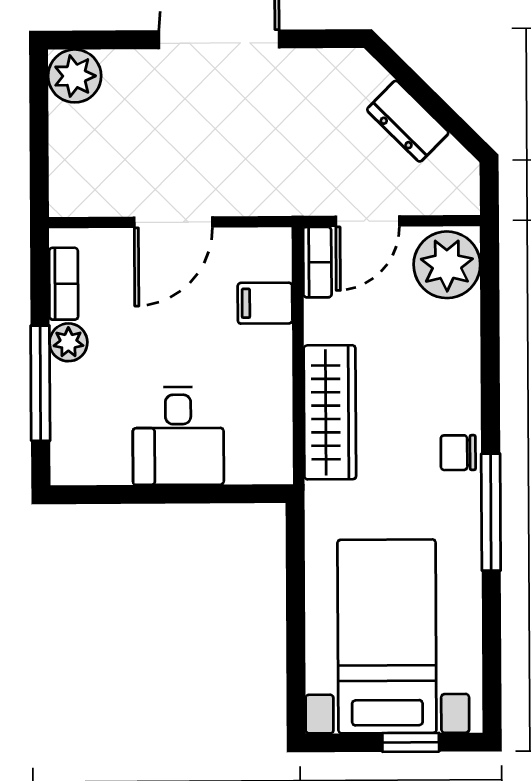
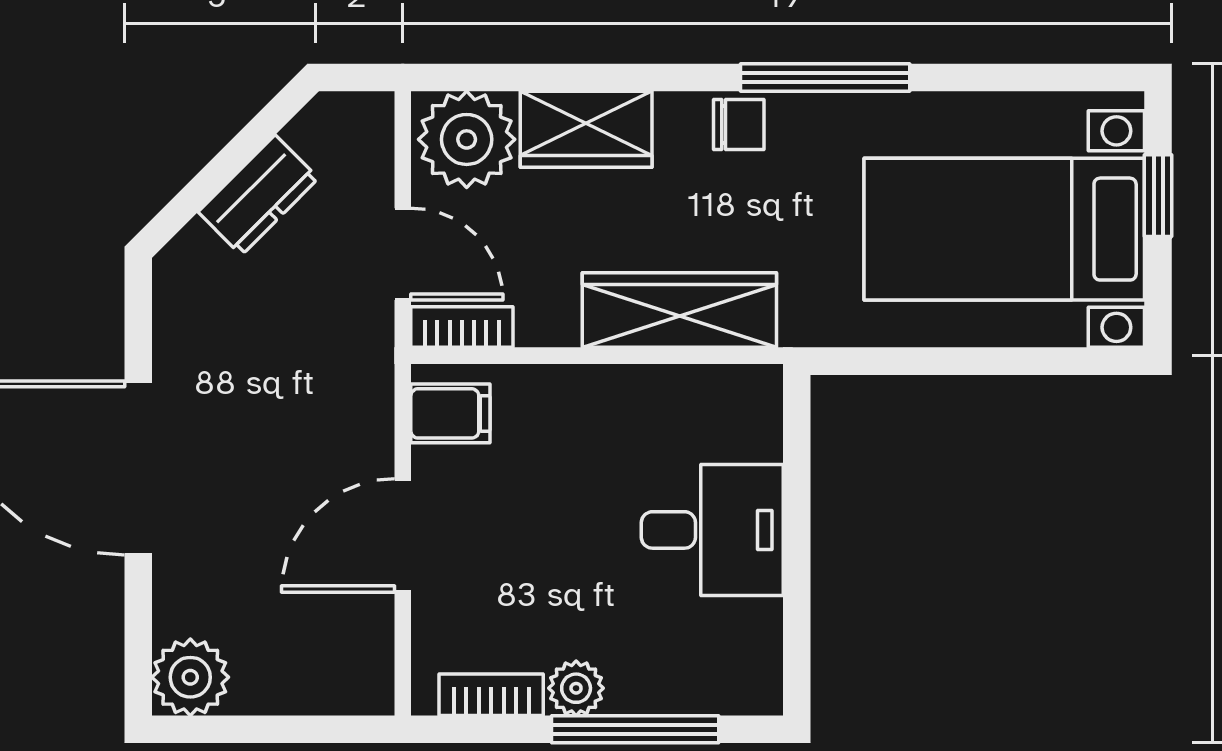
door: (173, 222) -> (403, 535), swing flipped
filing cabinet: (265, 303) -> (450, 413), moved, turned -90
wardrobe: (454, 347) -> (586, 129), added
chair: (458, 453) -> (739, 125), turned -90

